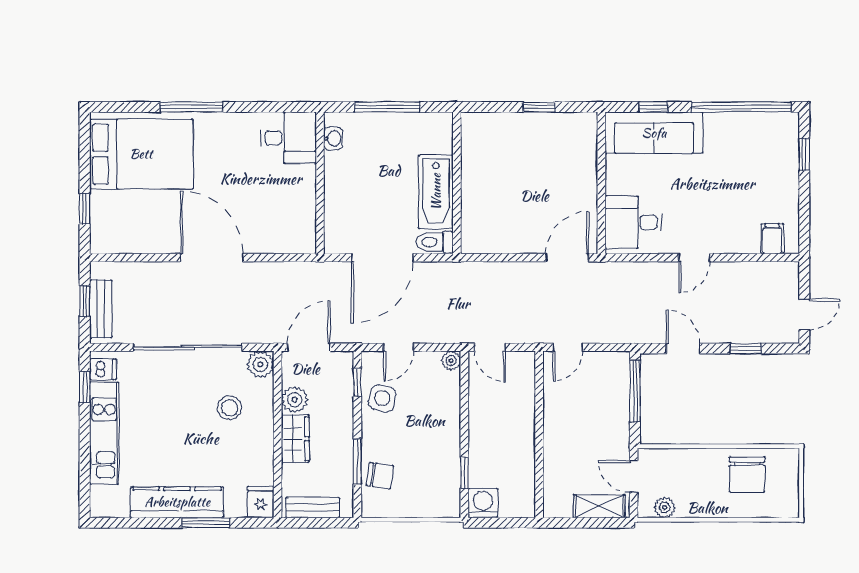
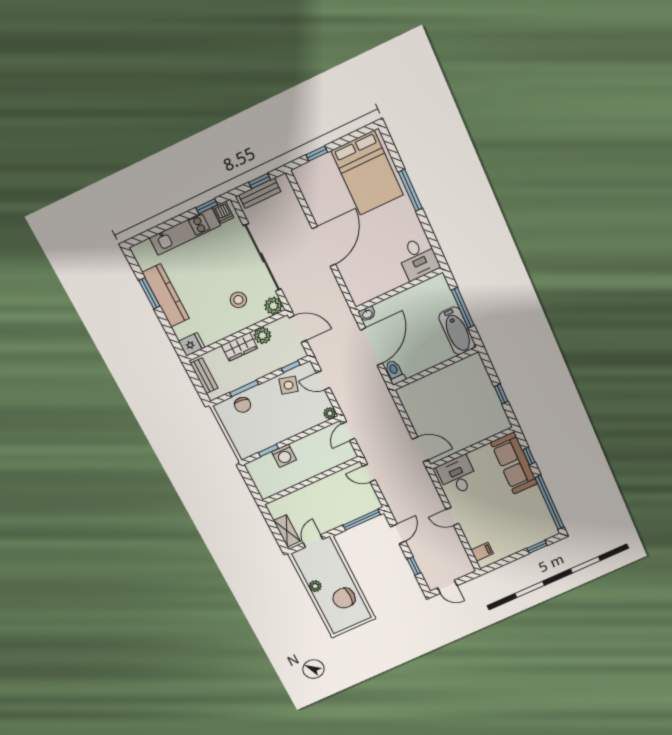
washbasin: (333, 139) -> (367, 314), moved
bathtub: (436, 192) -> (457, 331), moved, turned -90
door: (382, 258) -> (372, 347), swing flipped
washing machine: (483, 503) -> (284, 456), moved, turned 90
plant: (665, 507) -> (315, 586), moved
window: (206, 523) -> (149, 293), moved

